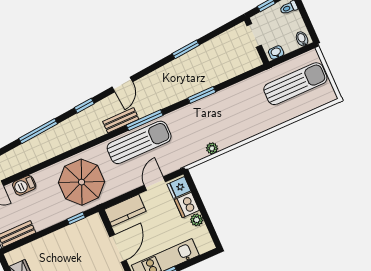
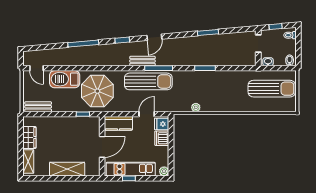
barbecue: (24, 185) -> (65, 79), width x1.88, depth x1.53
plant: (197, 220) -> (164, 171), moved

